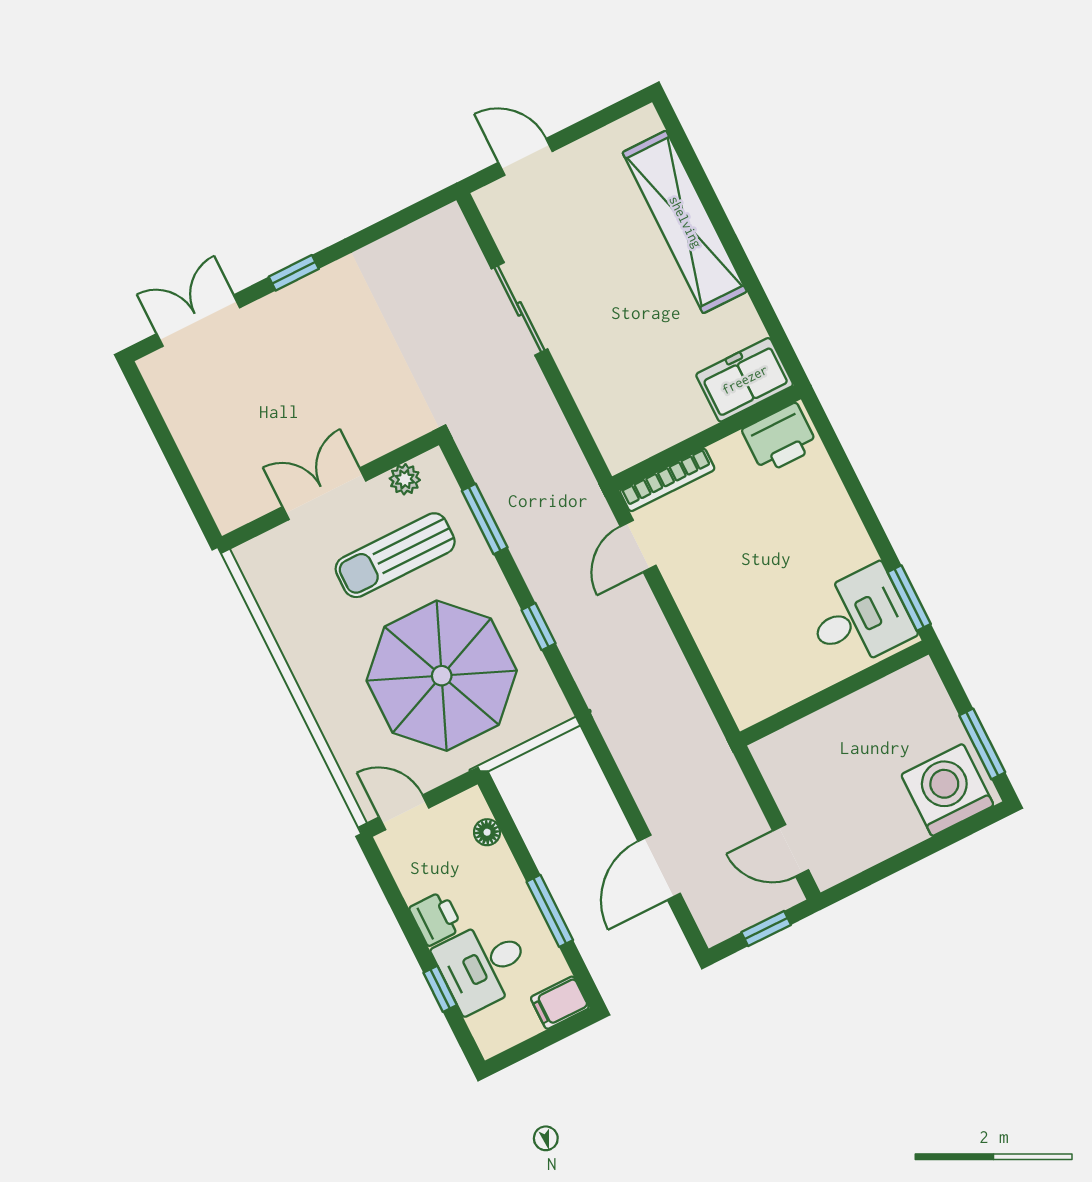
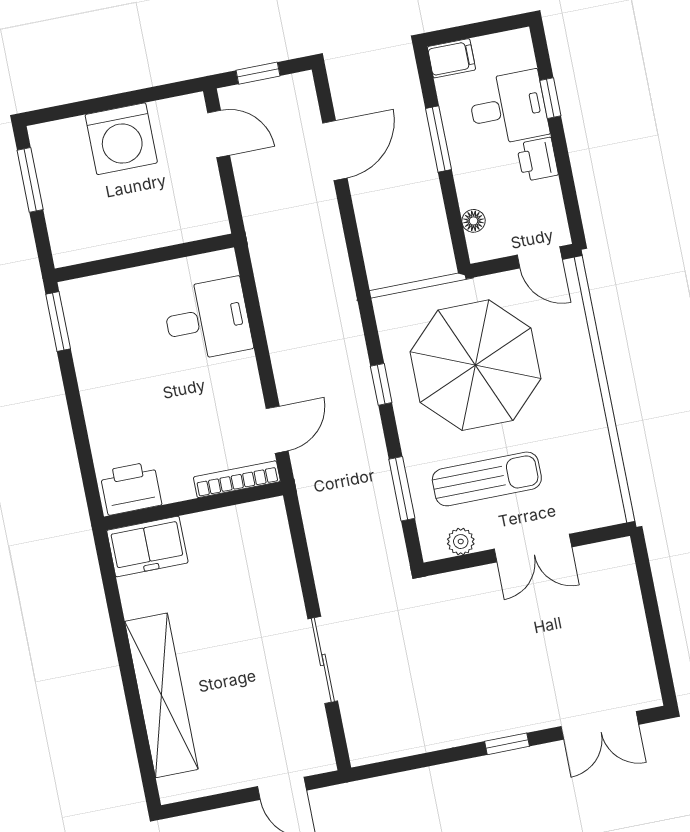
desk: (859, 618) -> (207, 320), moved, turned 180
washing machine: (947, 790) -> (121, 139), moved

